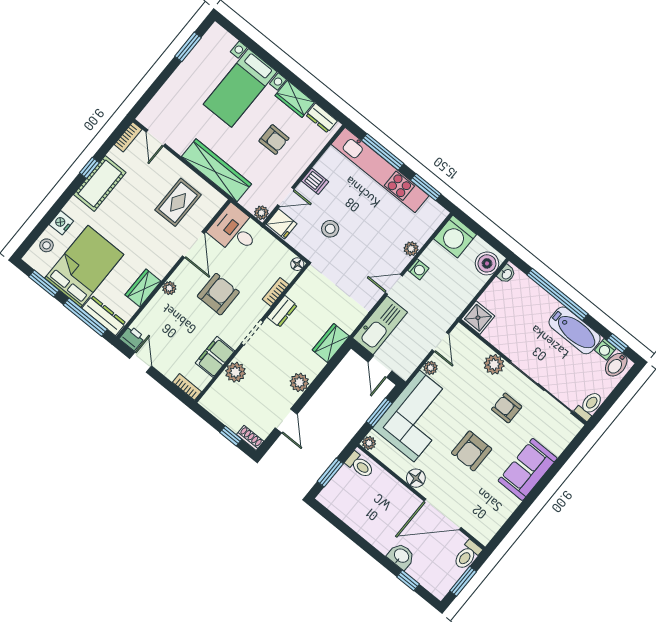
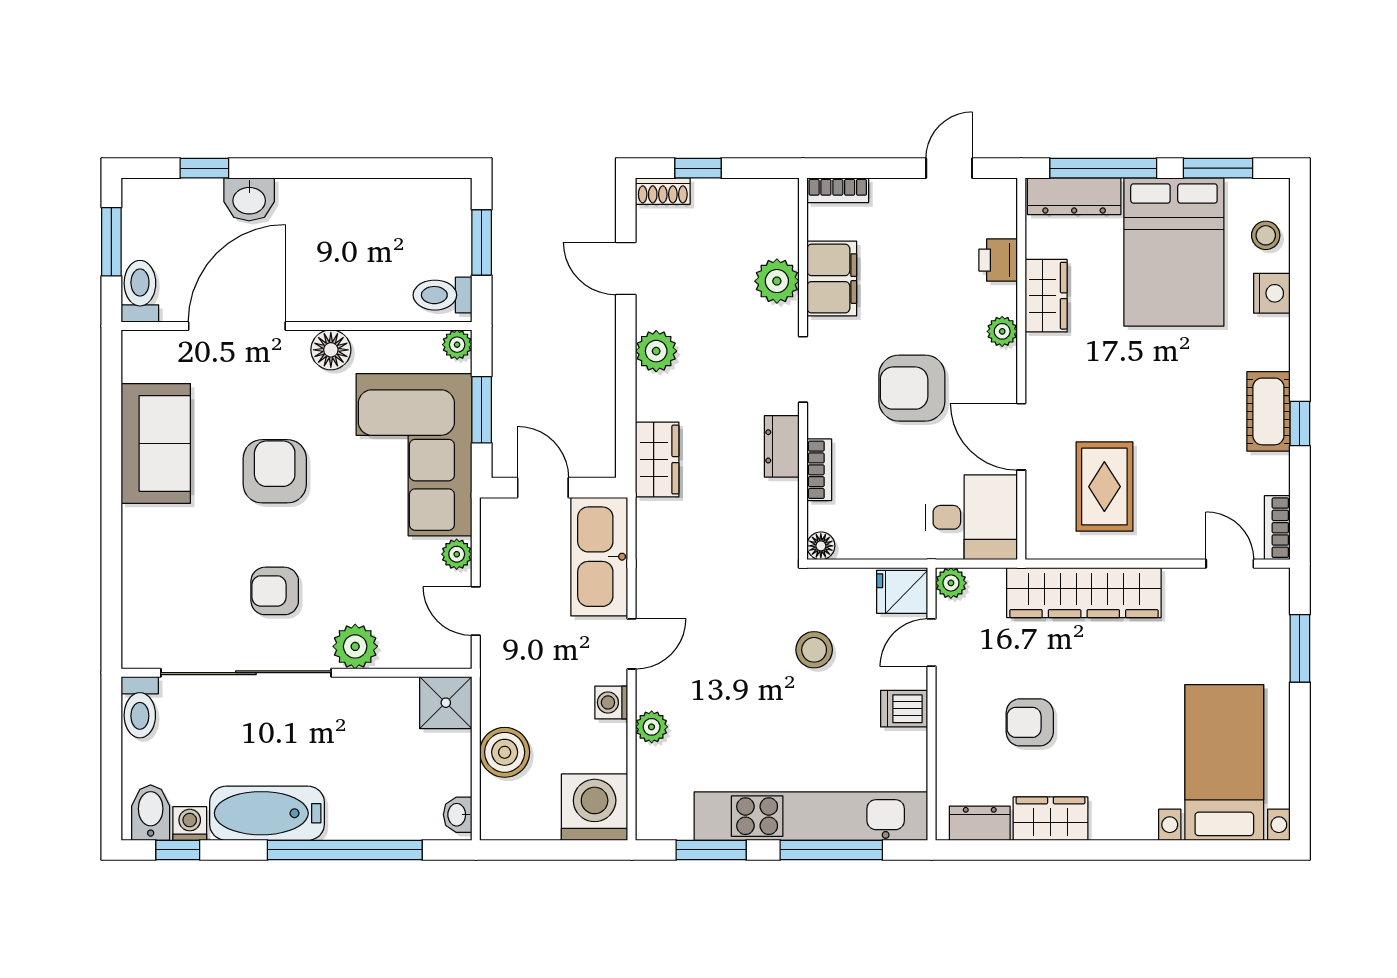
window: (188, 47) -> (1300, 648), moved
bed with nightstands: (240, 88) -> (1224, 762), moved
cot: (100, 183) -> (1268, 411), width x0.73, depth x0.75
boiler: (487, 263) -> (505, 752), moved
armchair: (218, 294) -> (912, 388), turned 90
printer: (132, 338) -> (998, 260), moved, turned 90
door: (141, 362) -> (949, 168), swing flipped
armchair: (507, 408) -> (275, 591), turned 180
sofa: (528, 469) -> (156, 443), moved

